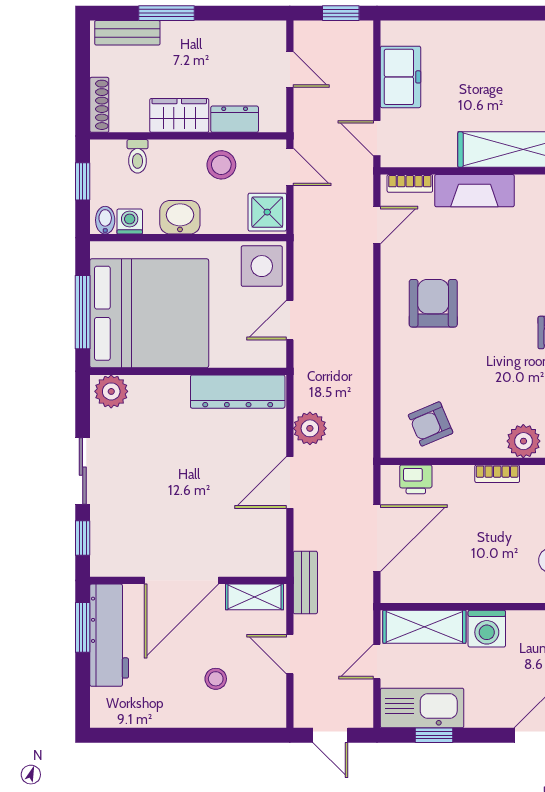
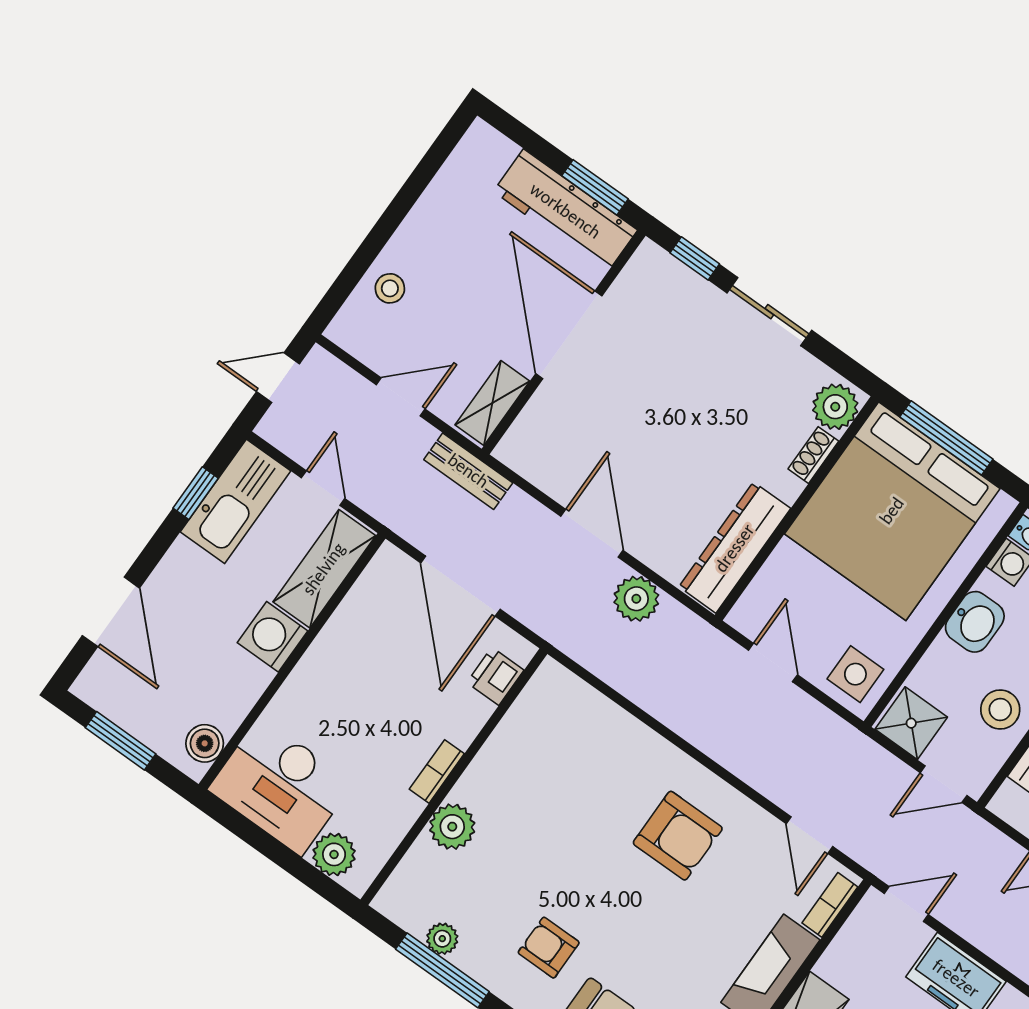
side table: (262, 266) -> (855, 674), width x0.73, depth x0.73
shoe rack: (149, 384) -> (813, 455), added
armchair: (431, 424) -> (545, 737), removed
stool: (216, 679) -> (390, 288), moved

